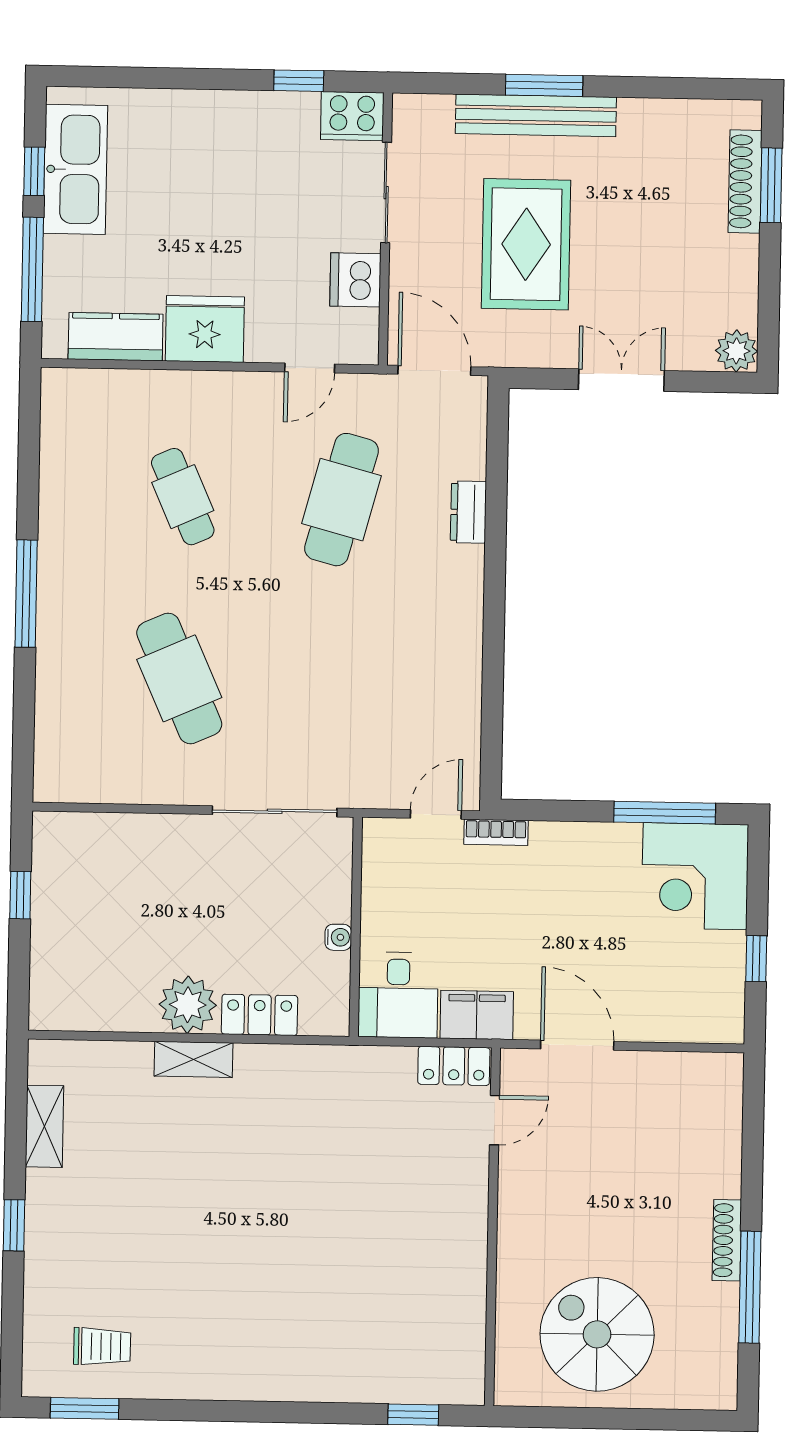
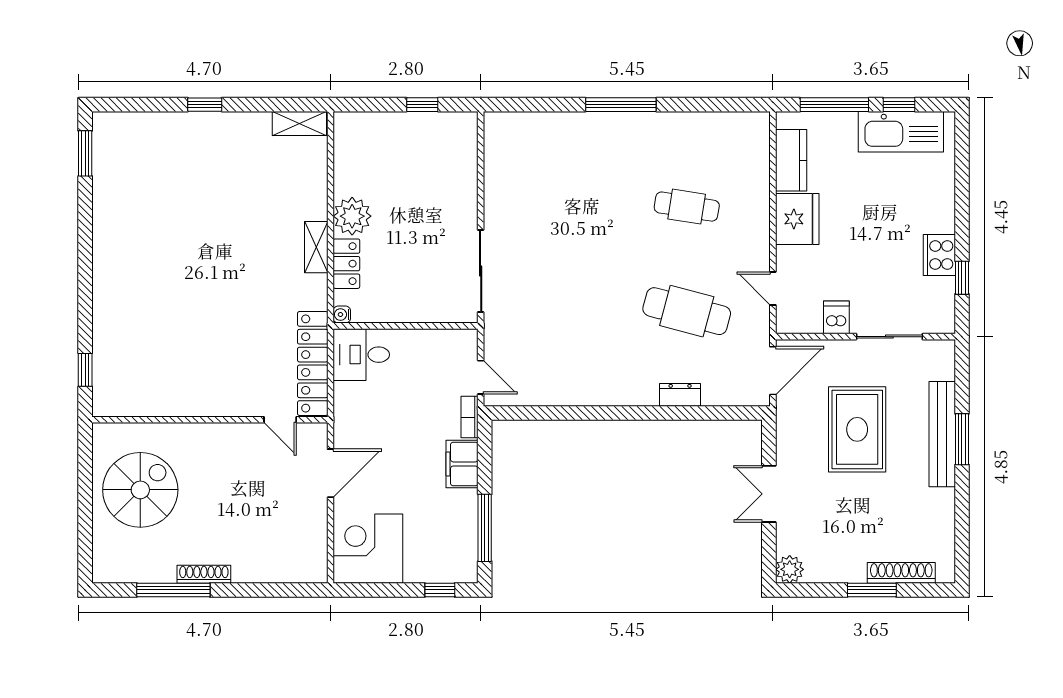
cooker: (352, 116) -> (939, 255), moved
window: (771, 185) -> (872, 590), moved
rug: (526, 244) -> (857, 429), turned 90
dishwasher: (355, 280) -> (836, 317), width x0.73
double door: (621, 380) -> (769, 494), swing flipped
cafe table: (183, 497) -> (687, 207), turned 33
cafe table: (179, 678) -> (567, 207), removed
corner desk: (695, 876) -> (368, 549), moved
water cooler: (338, 937) -> (342, 315), moved, turned 90
window: (756, 959) -> (440, 590), moved
filing cabinet: (477, 1015) -> (462, 464), moved, turned 180
shelving: (194, 1059) -> (316, 247), moved
locker: (454, 1066) -> (313, 363), width x2.16, depth x1.21
shelving: (44, 1126) -> (299, 123), moved
trolley: (102, 1346) -> (126, 164), removed

